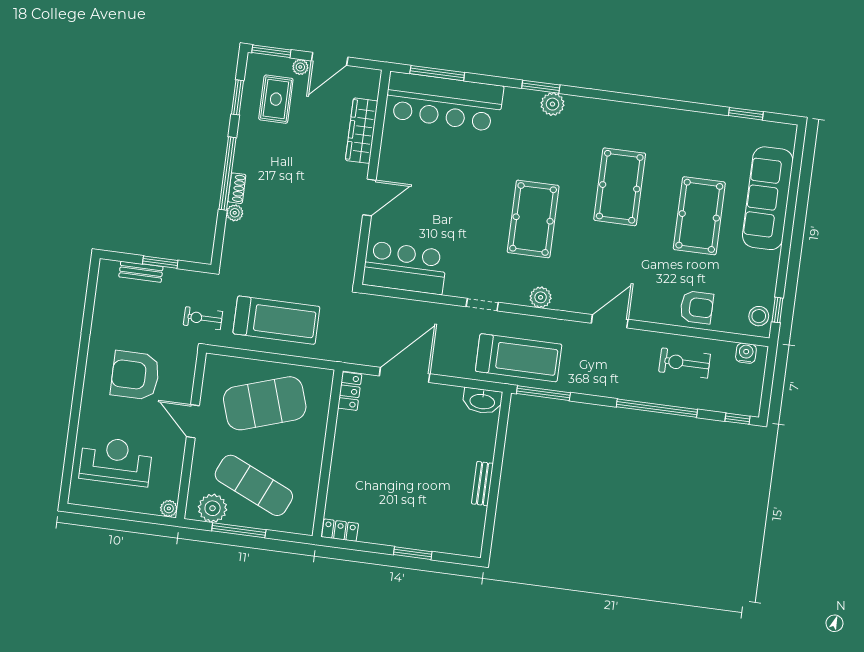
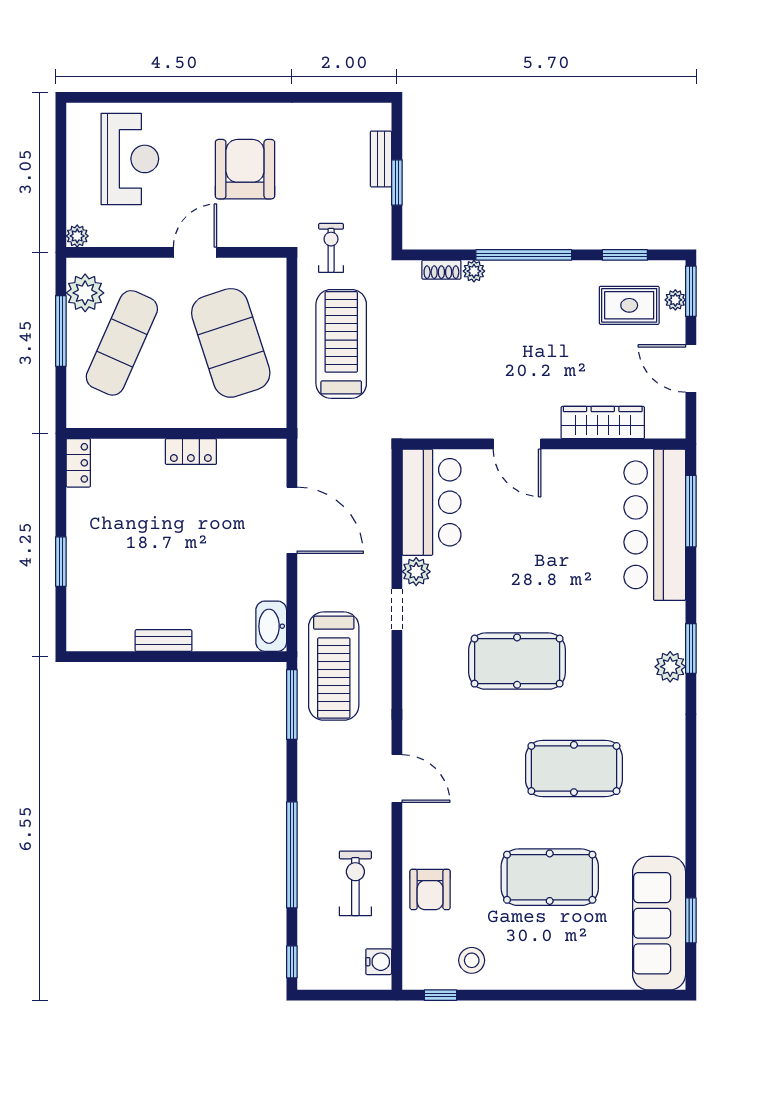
plant: (300, 67) -> (675, 300), moved
shoe rack: (237, 188) -> (441, 270), moved
sofa: (768, 198) -> (659, 923), moved, turned -90
plant: (541, 297) -> (416, 572), moved
stool: (759, 316) -> (472, 960), moved
treadmill: (276, 320) -> (341, 344), turned 180
locker: (350, 391) -> (191, 452), moved

